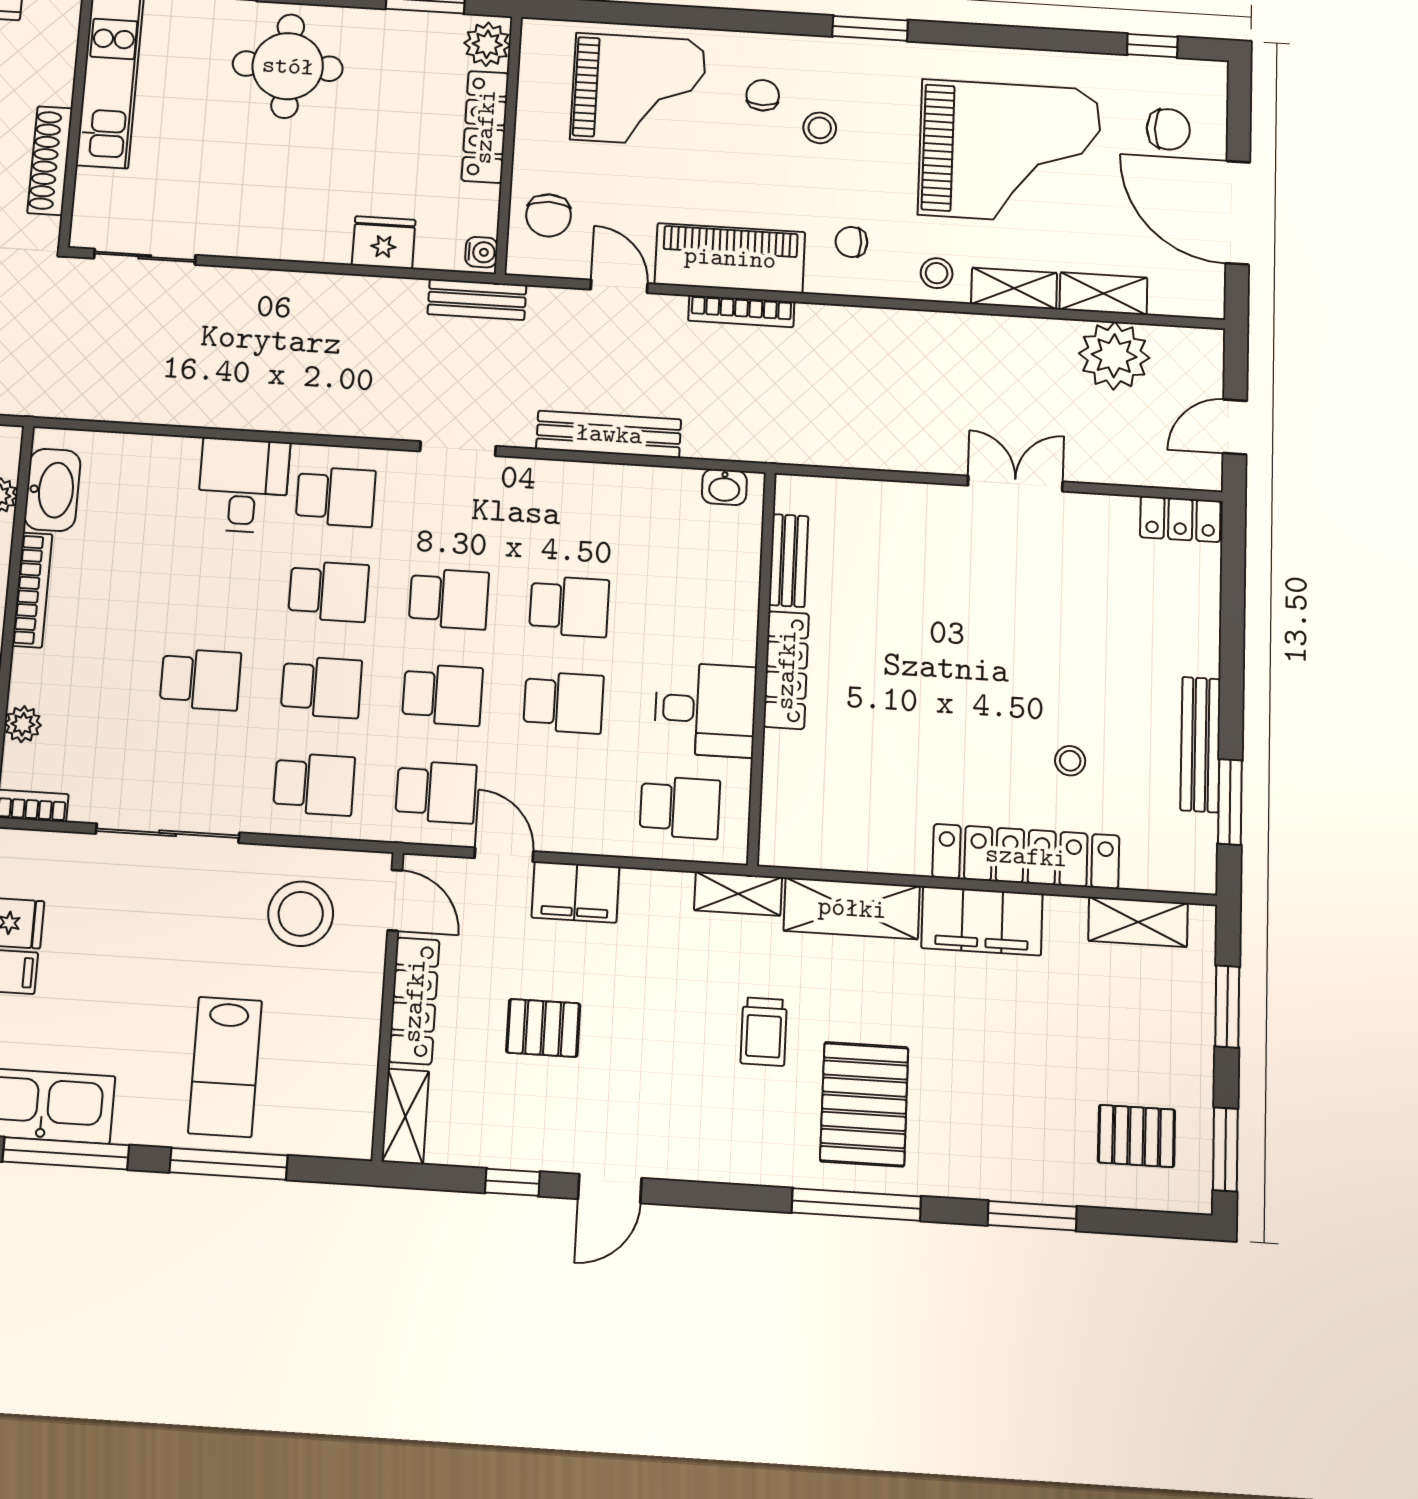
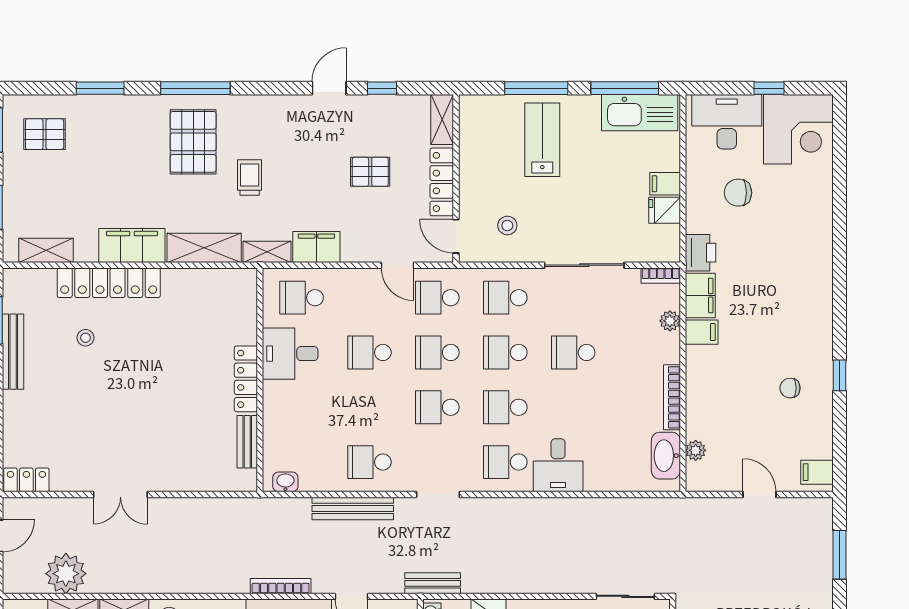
school desk: (569, 606) -> (369, 462), moved
filing cabinet: (575, 892) -> (316, 247), moved
stool: (301, 914) -> (507, 226), width x0.53, depth x0.53

